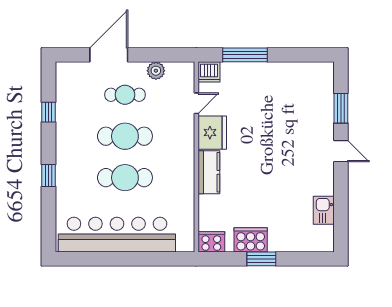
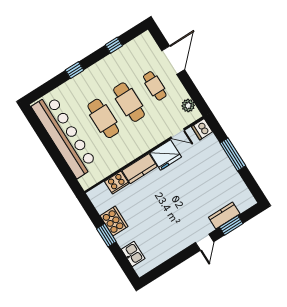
door: (109, 55) -> (173, 60), hinge flipped
window: (245, 55) -> (233, 154), moved
plant: (156, 71) -> (188, 106), moved
kitchen counter: (324, 109) -> (224, 215), added
kitchen sink: (324, 210) -> (133, 254), moved, turned 90
cooker: (211, 242) -> (117, 182), moved, turned 90

